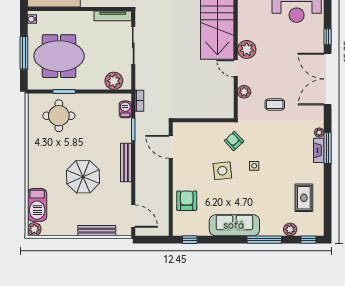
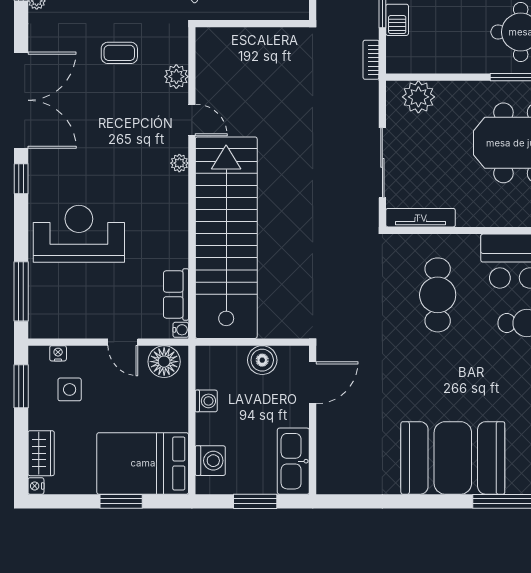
plant: (247, 49) -> (179, 163), width x0.53, depth x0.53
barbecue: (125, 109) -> (397, 20), moved

